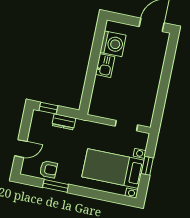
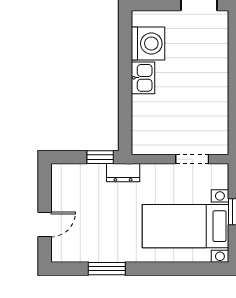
window: (48, 108) -> (100, 157), moved
dresser: (64, 122) -> (123, 173), moved
armchair: (48, 169) -> (91, 247), removed

